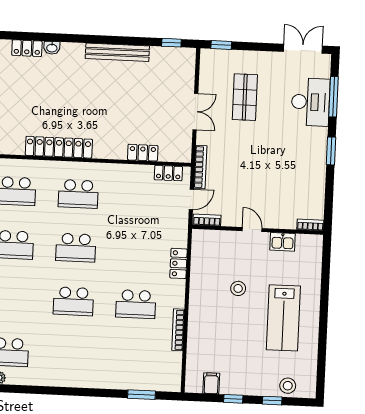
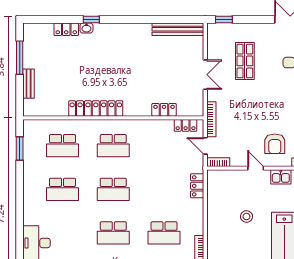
window: (171, 43) -> (91, 20), moved
bench: (117, 52) -> (178, 29), moved
door: (191, 199) -> (205, 146), swing flipped
armchair: (277, 201) -> (275, 144), added
locker: (179, 263) -> (197, 186), moved

